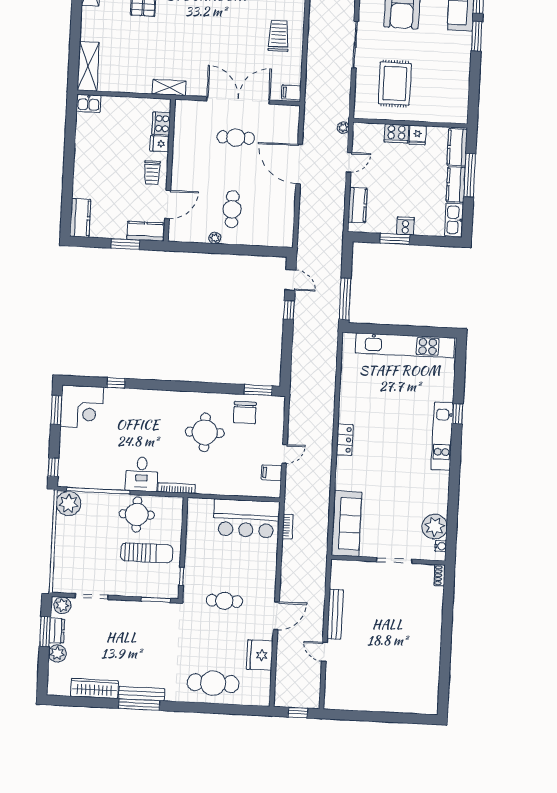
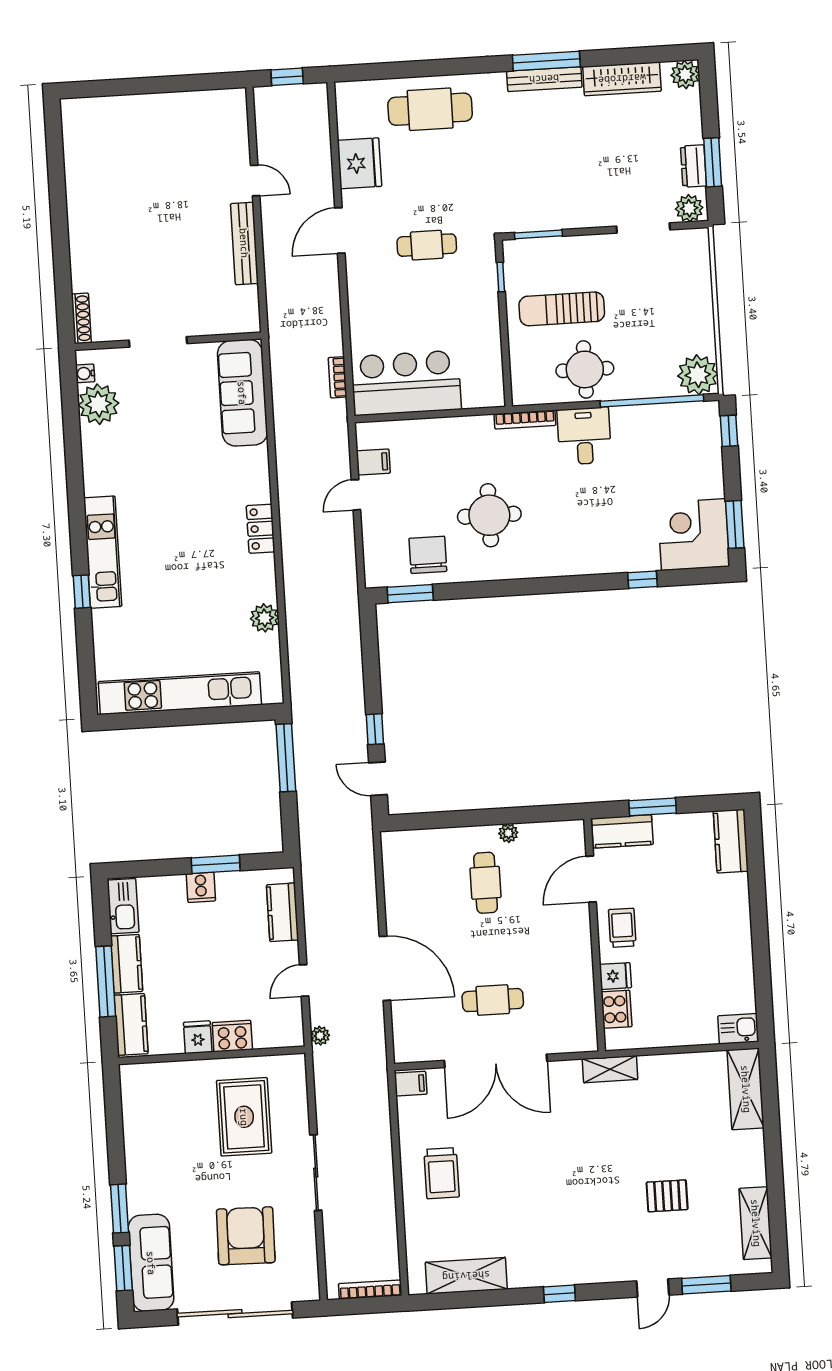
plant: (348, 385) -> (265, 618), added
shoe rack: (440, 575) -> (81, 318), width x1.43
plant: (57, 653) -> (685, 74), moved

